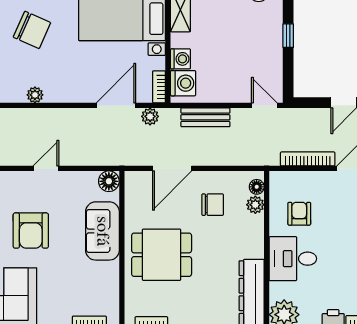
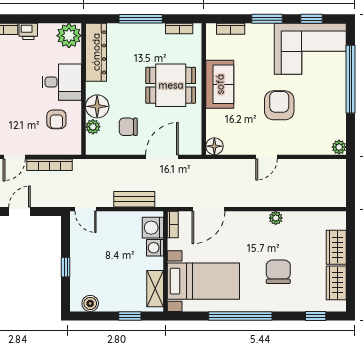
chair: (32, 30) -> (278, 272), turned 66
plant: (150, 116) -> (180, 200), removed
floor lamp: (257, 187) -> (97, 106), moved, width x1.89, depth x1.89
sofa: (102, 231) -> (220, 84), moved

